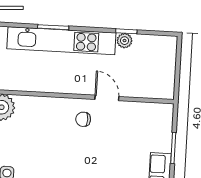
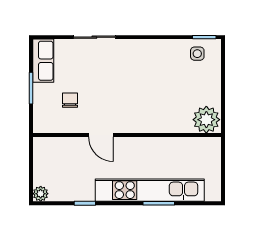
plant: (125, 41) -> (41, 194), moved
chair: (83, 119) -> (70, 100), moved, turned -90

